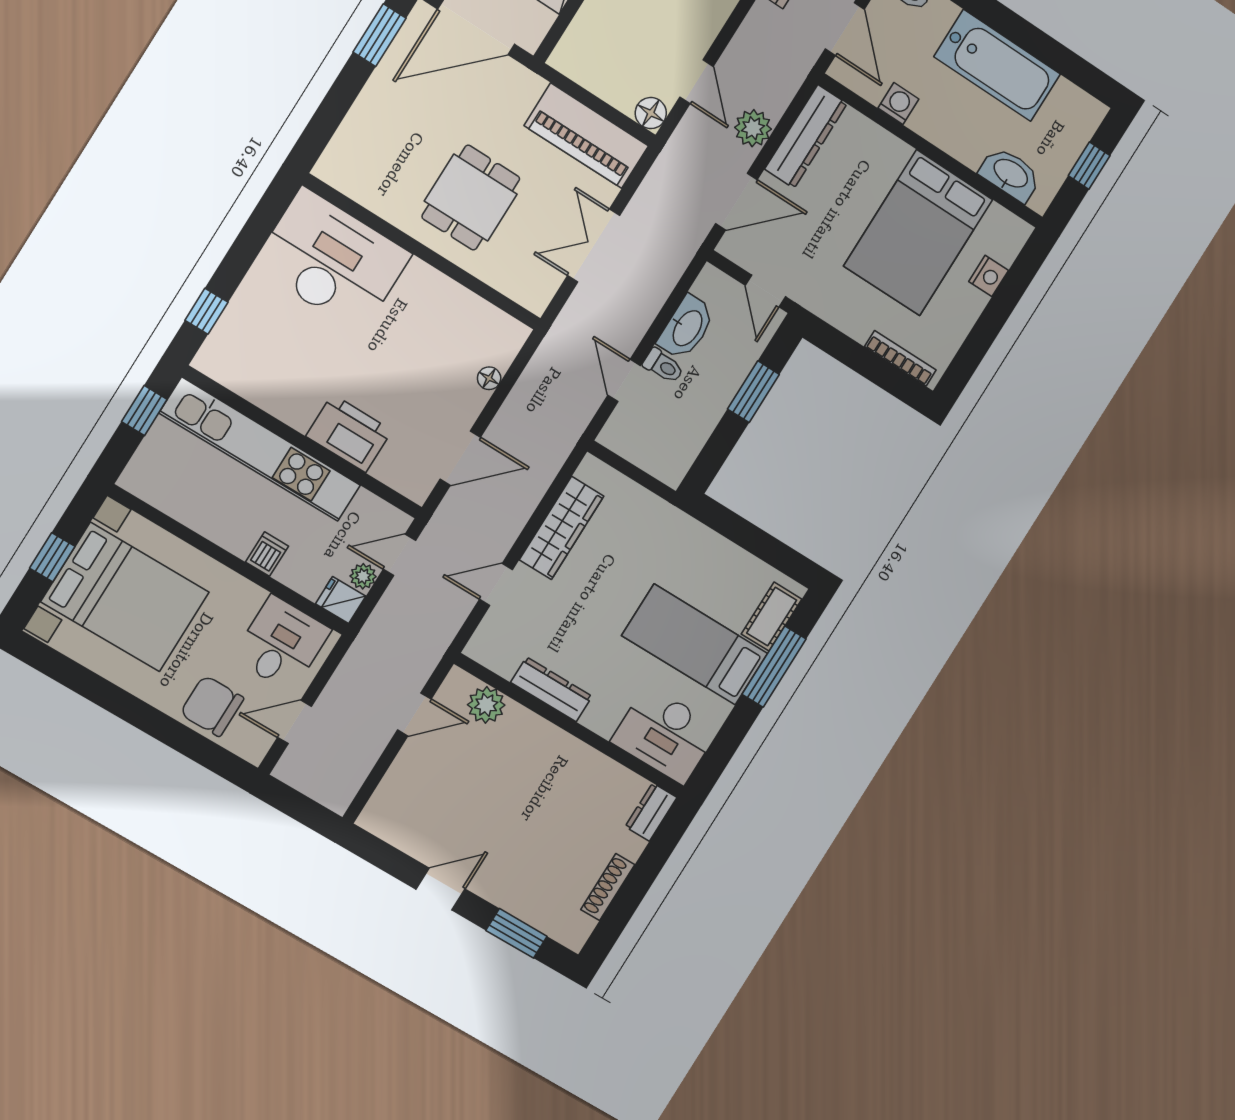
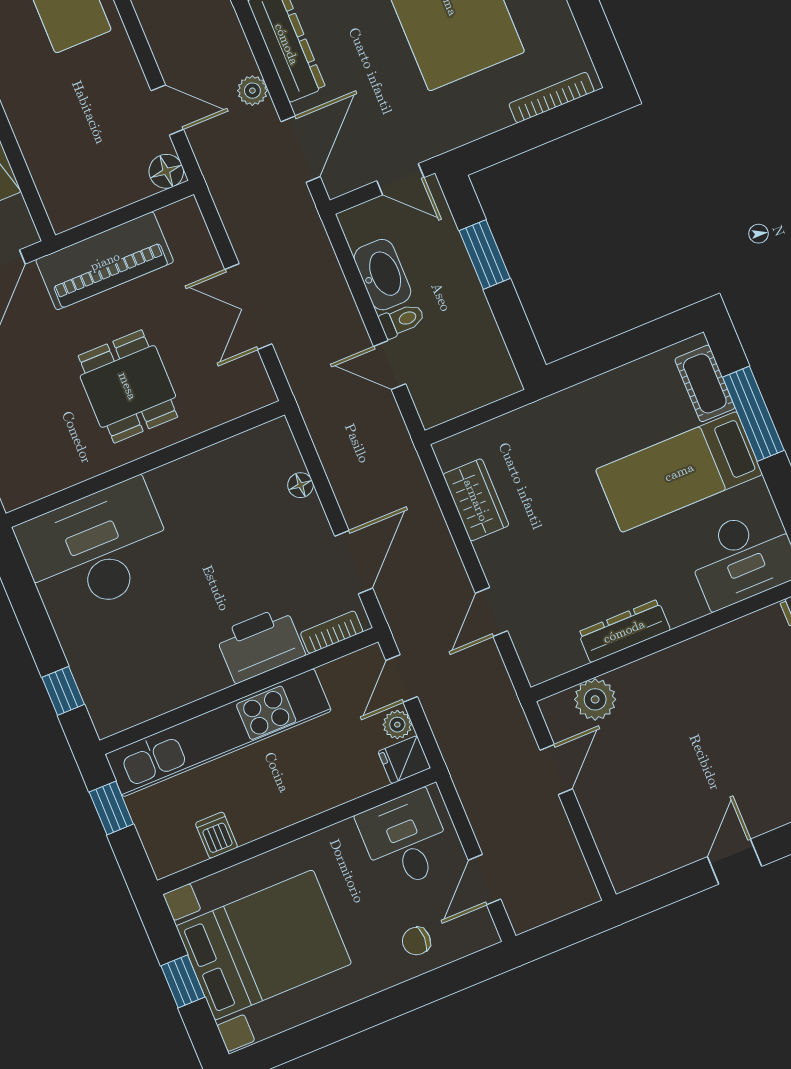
plant: (753, 128) -> (252, 91), width x0.73, depth x0.73
piano: (586, 136) -> (105, 261), moved
bookcase: (397, 479) -> (332, 632), added
wardrobe: (561, 528) -> (476, 500), width x0.67
dishwasher: (267, 554) -> (216, 835), moved
chair: (212, 706) -> (416, 941), width x0.54, depth x0.54

